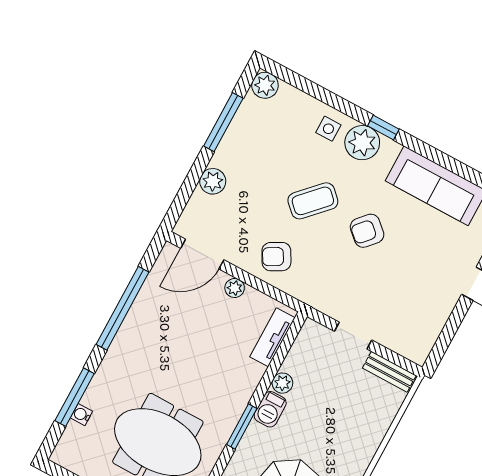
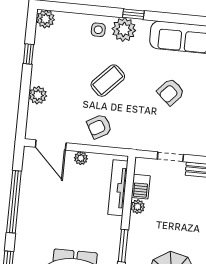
window: (223, 122) -> (28, 54), width x0.46
armchair: (367, 231) -> (171, 92), moved
door: (202, 254) -> (51, 145), hinge flipped
tv unit: (272, 337) -> (118, 188), width x1.41
barbecue: (270, 409) -> (141, 187), moved

